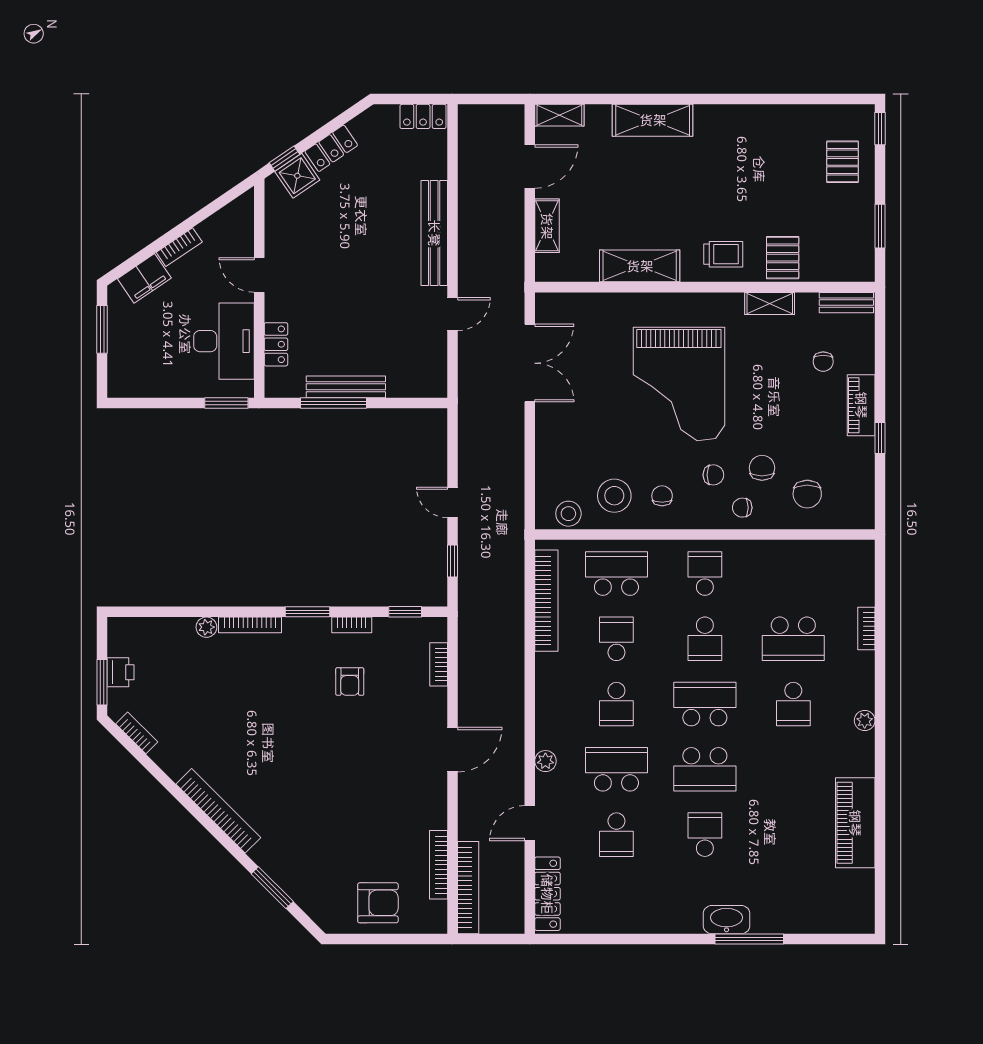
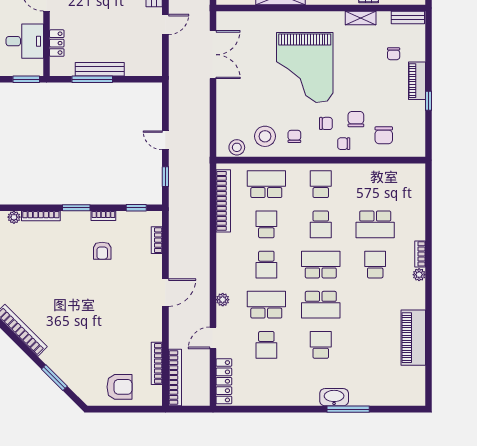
desk: (224, 341) -> (25, 41), width x0.73
bookcase: (866, 629) -> (420, 254), moved
school desk: (793, 704) -> (375, 265), turned 180

